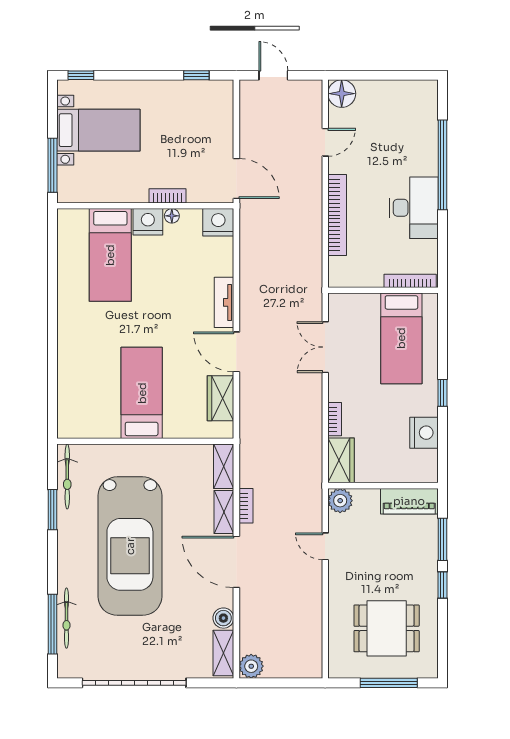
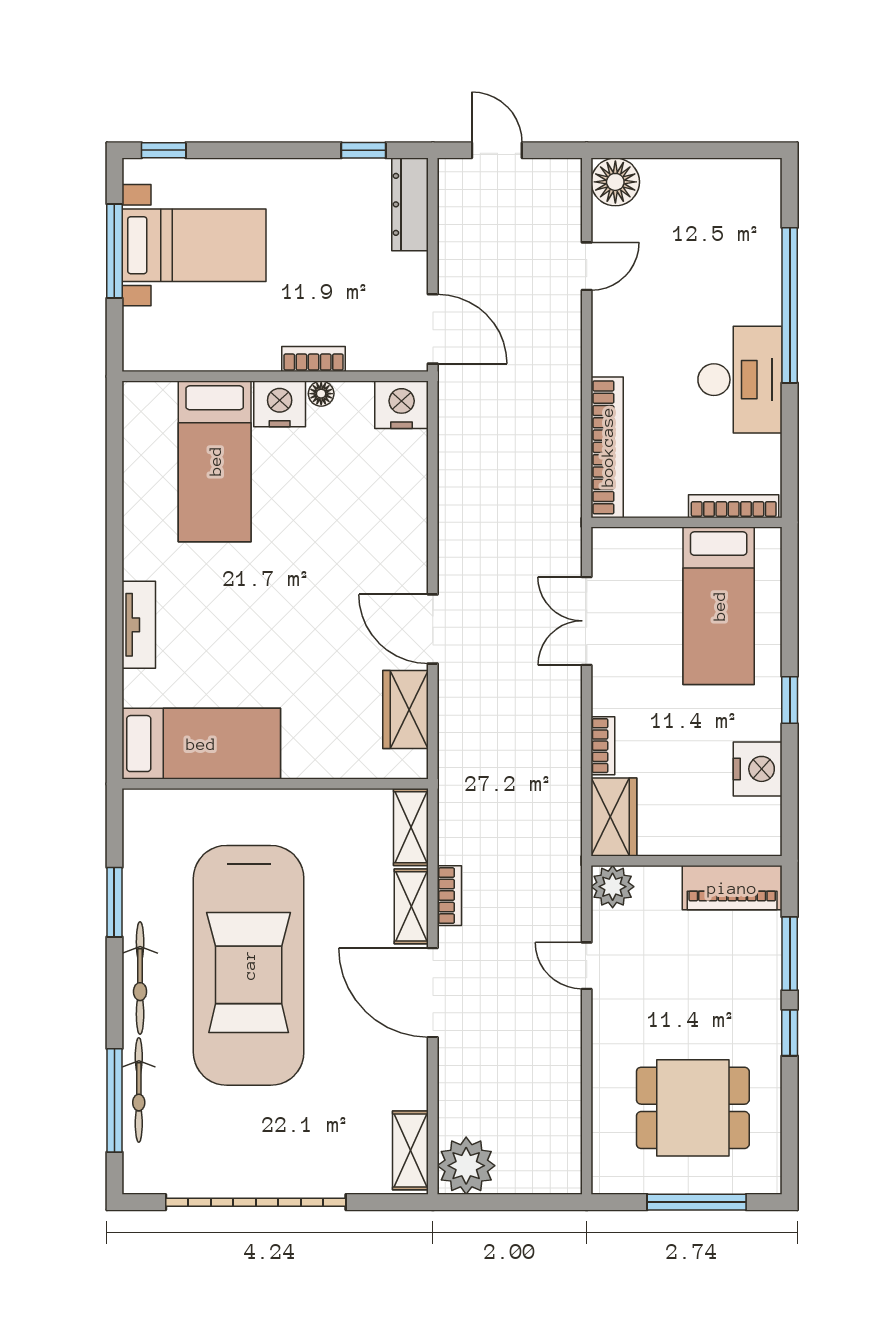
dresser: (223, 107) -> (410, 204), added
window: (52, 165) -> (114, 251), moved
bookcase: (337, 215) -> (607, 447), moved
tv unit: (224, 302) -> (139, 625), moved, turned 180
bed: (142, 393) -> (201, 744), moved, turned 90
bicycle: (67, 476) -> (140, 978), moved
boiler: (223, 618) -> (410, 1090), removed
plant: (251, 666) -> (466, 1166), width x1.36, depth x1.36

